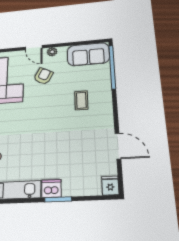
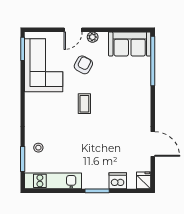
door: (34, 48) -> (73, 30), hinge flipped
coffee table: (81, 100) -> (84, 104), moved
dishwasher: (51, 188) -> (118, 181), moved

